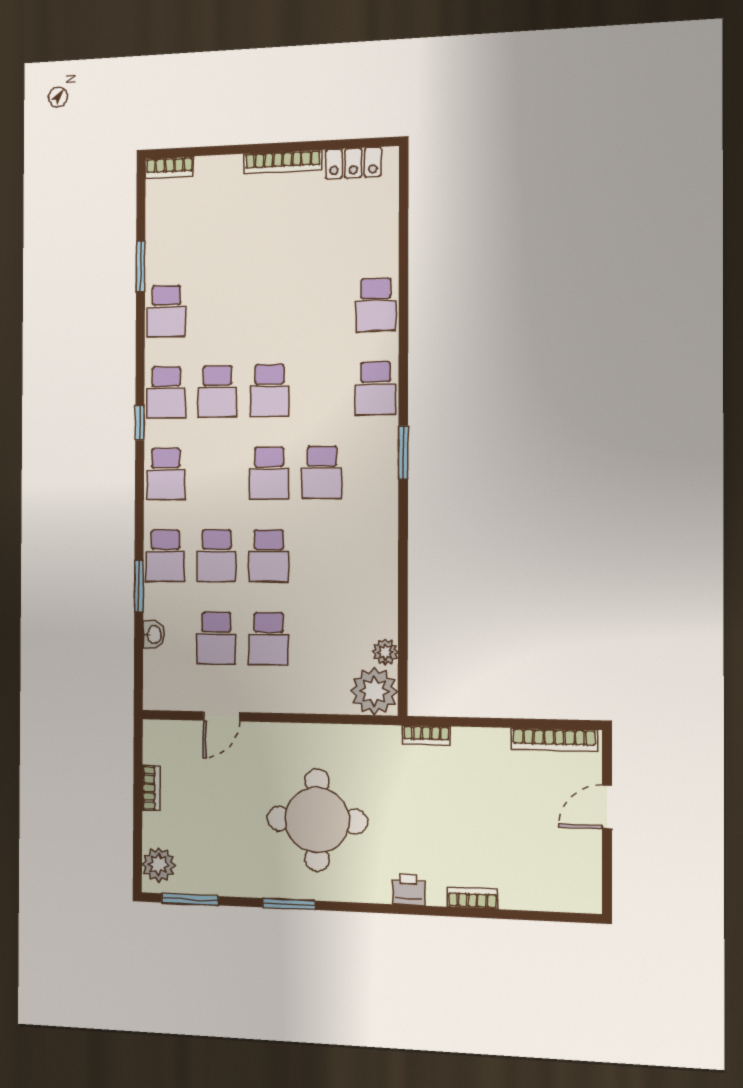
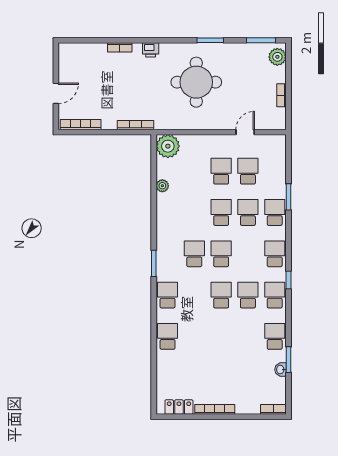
washbasin: (154, 634) -> (281, 370), moved
plant: (385, 652) -> (162, 186), moved
bookcase: (426, 735) -> (136, 125), width x1.56

